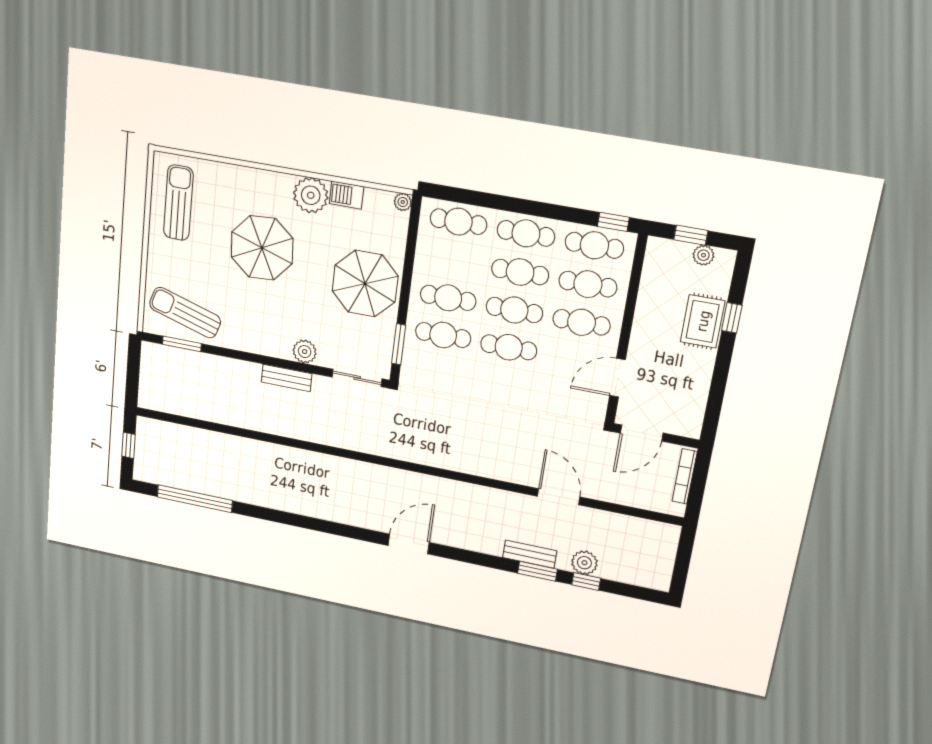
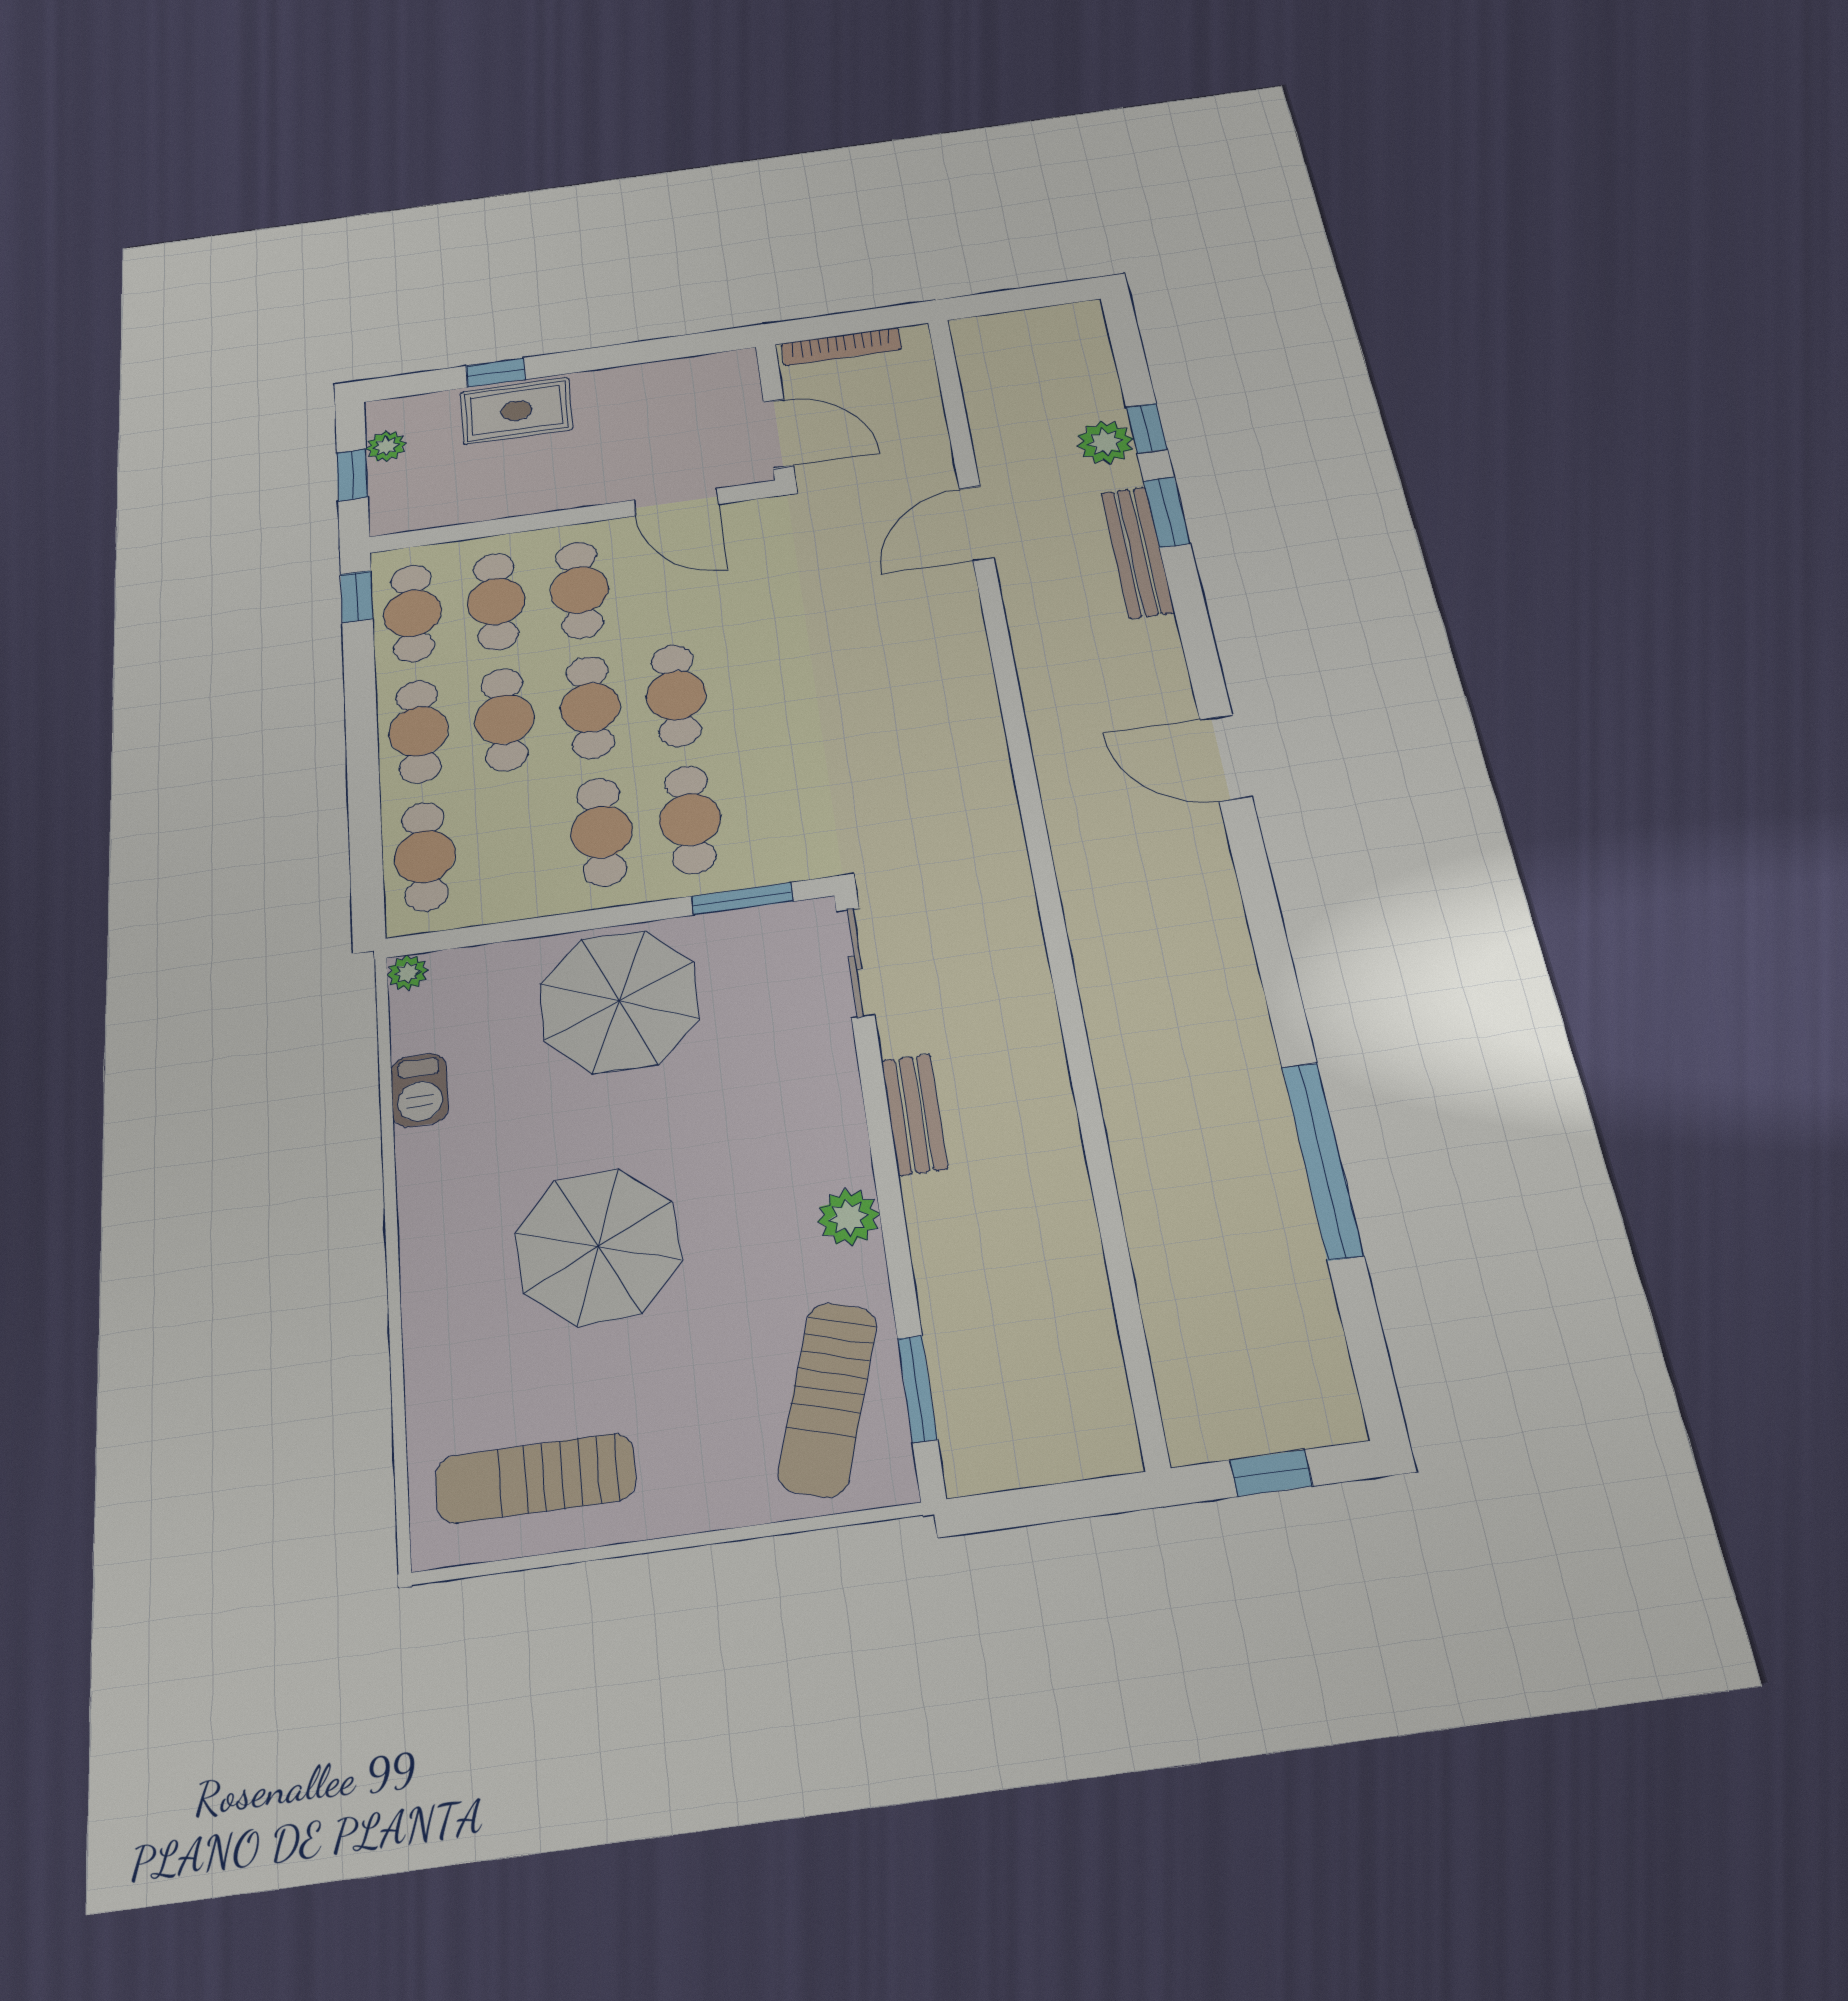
plant: (311, 195) -> (439, 1167), removed
plant: (305, 352) -> (848, 1217), moved
window: (195, 499) -> (1322, 1160), moved
bench: (530, 554) -> (1137, 552), width x1.36

